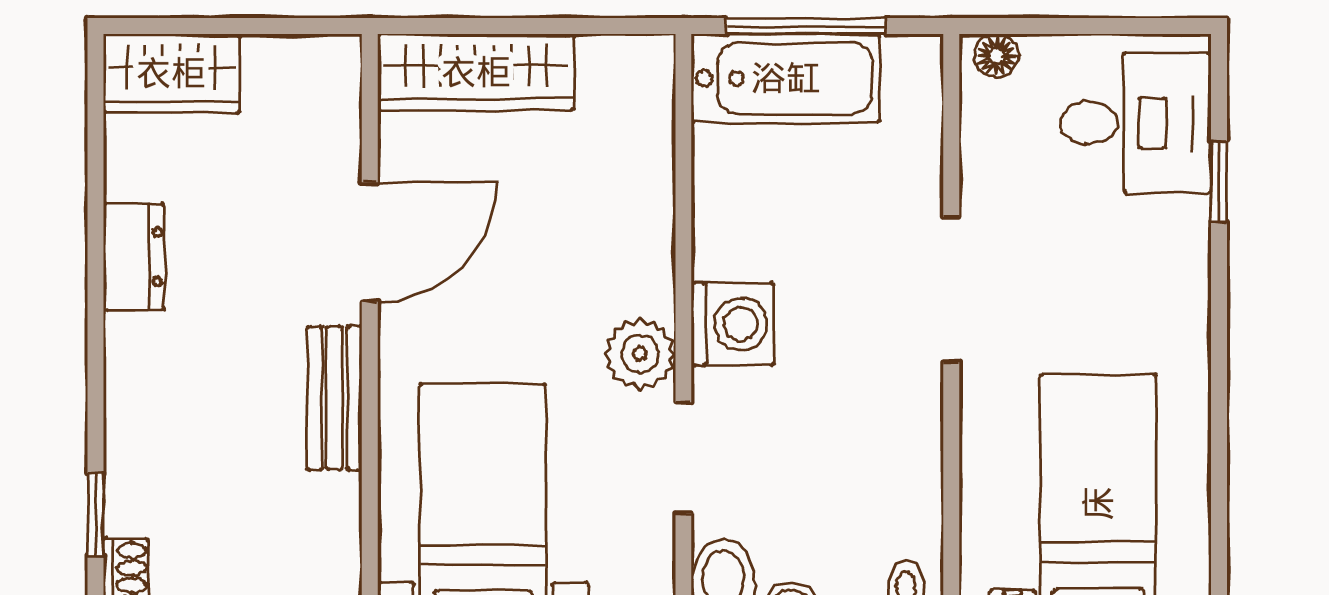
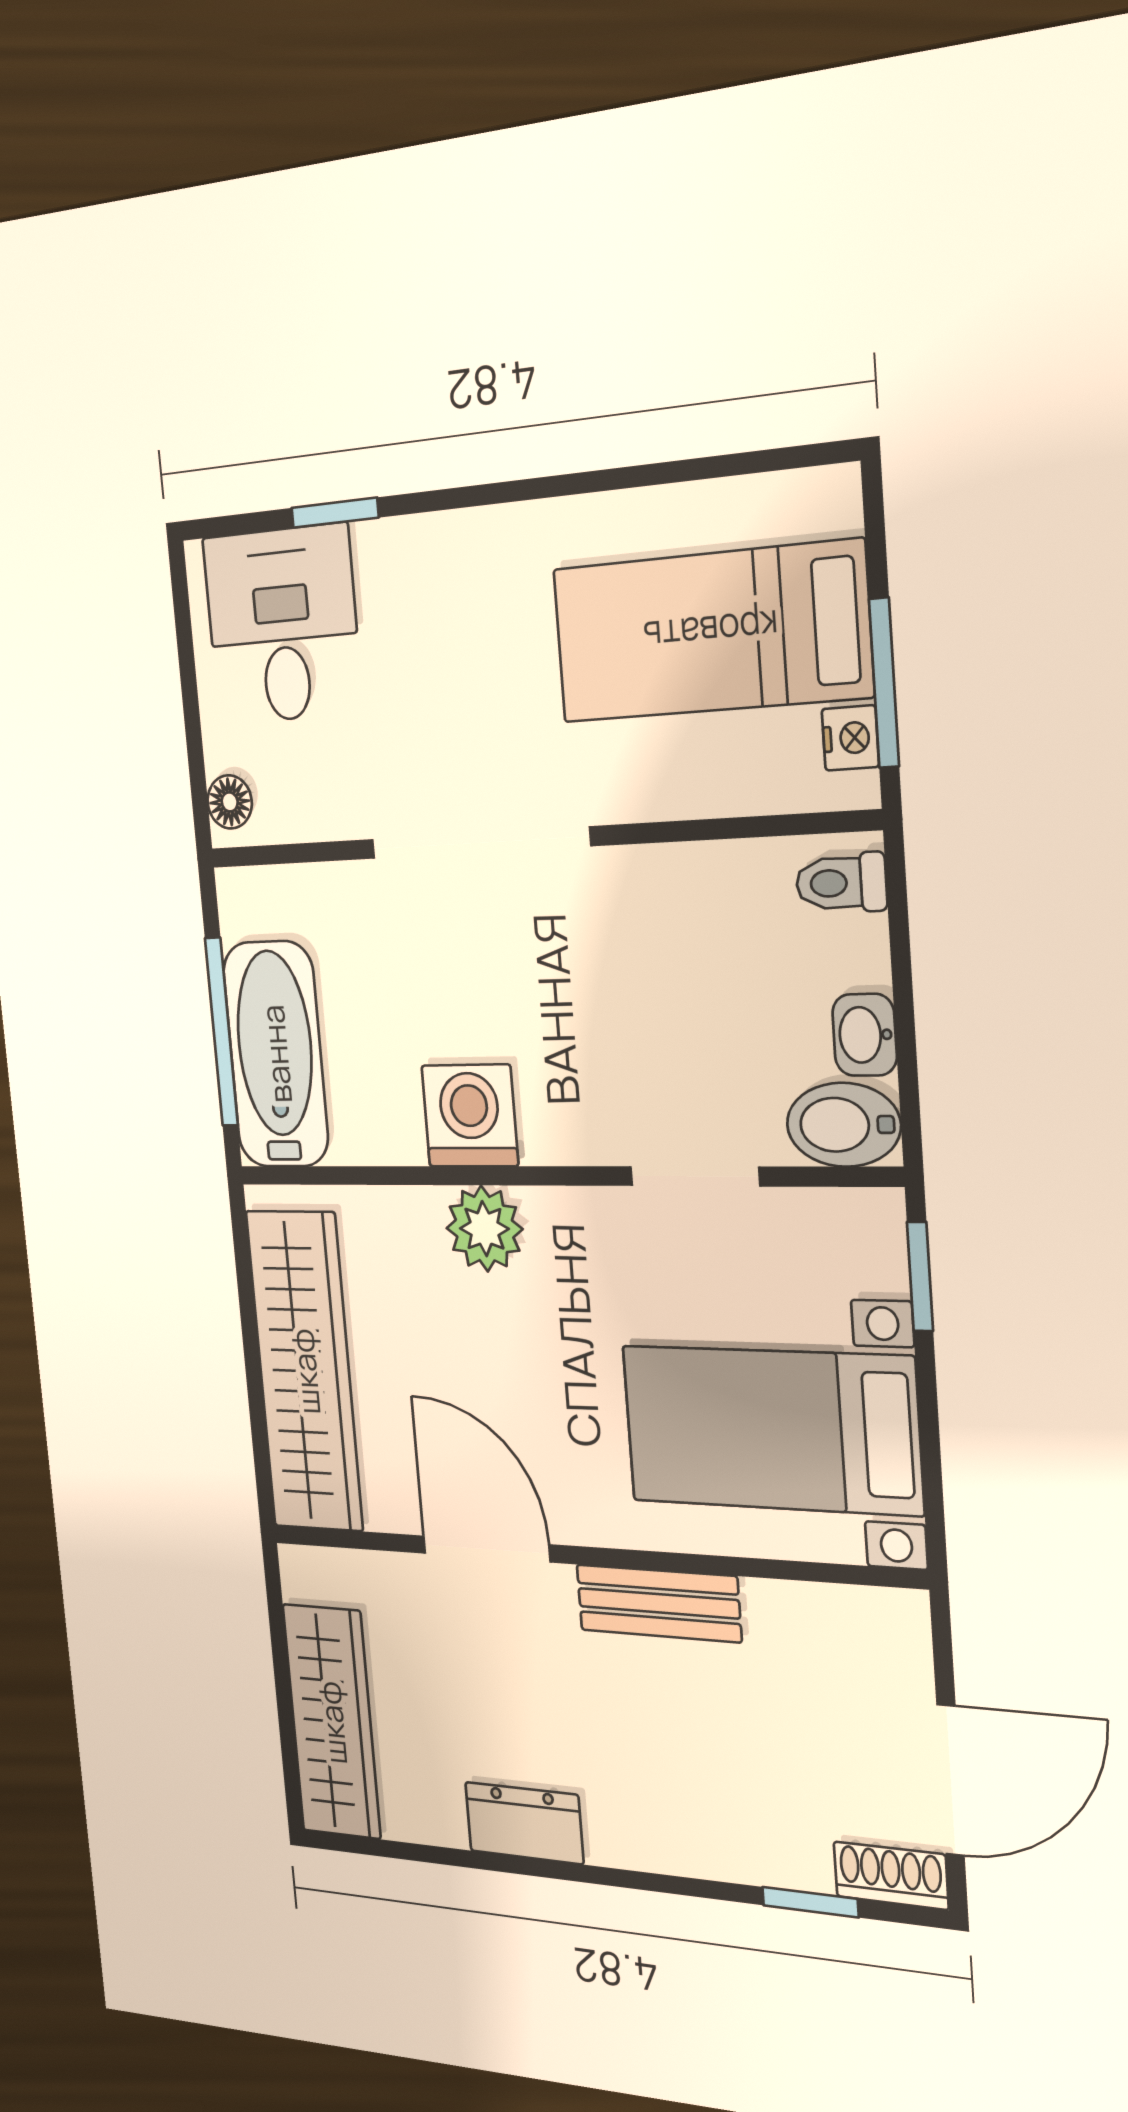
wardrobe: (476, 72) -> (305, 1371), width x1.40, depth x1.17
wardrobe: (171, 73) -> (332, 1722), width x1.50
doorway: (951, 290) -> (480, 843), width x1.36
washing machine: (733, 324) -> (470, 1116), moved
plant: (640, 354) -> (484, 1229), moved

